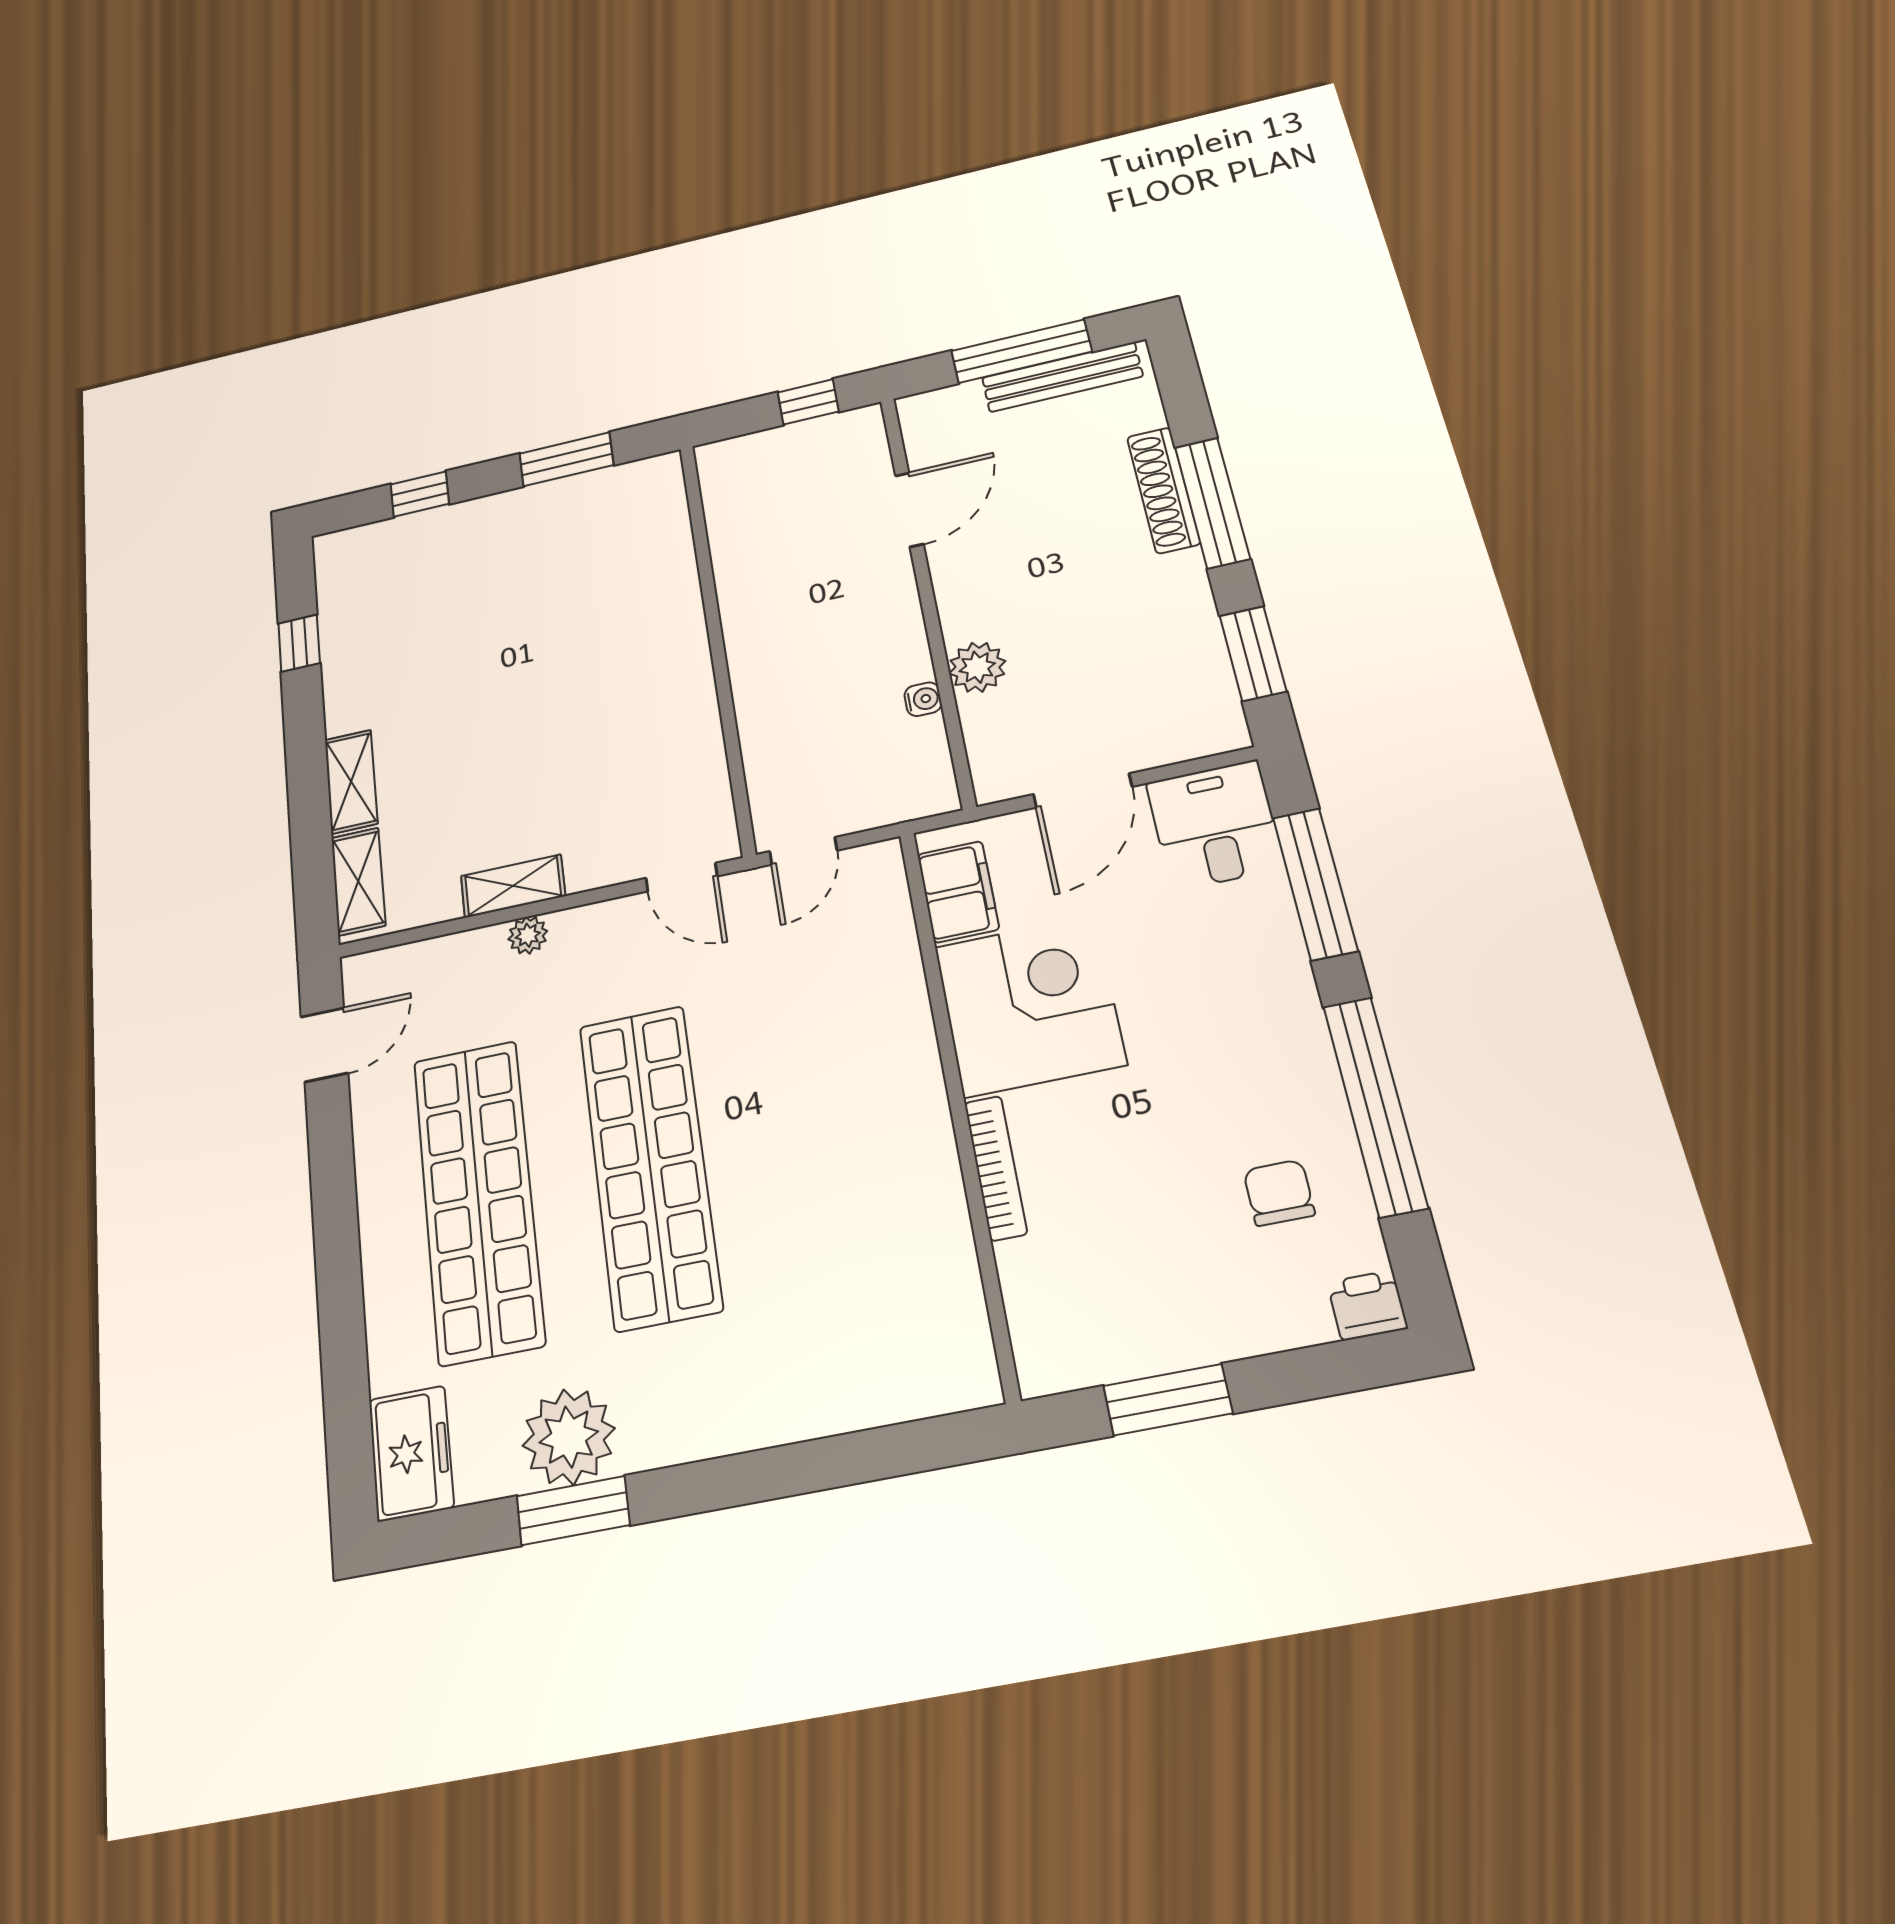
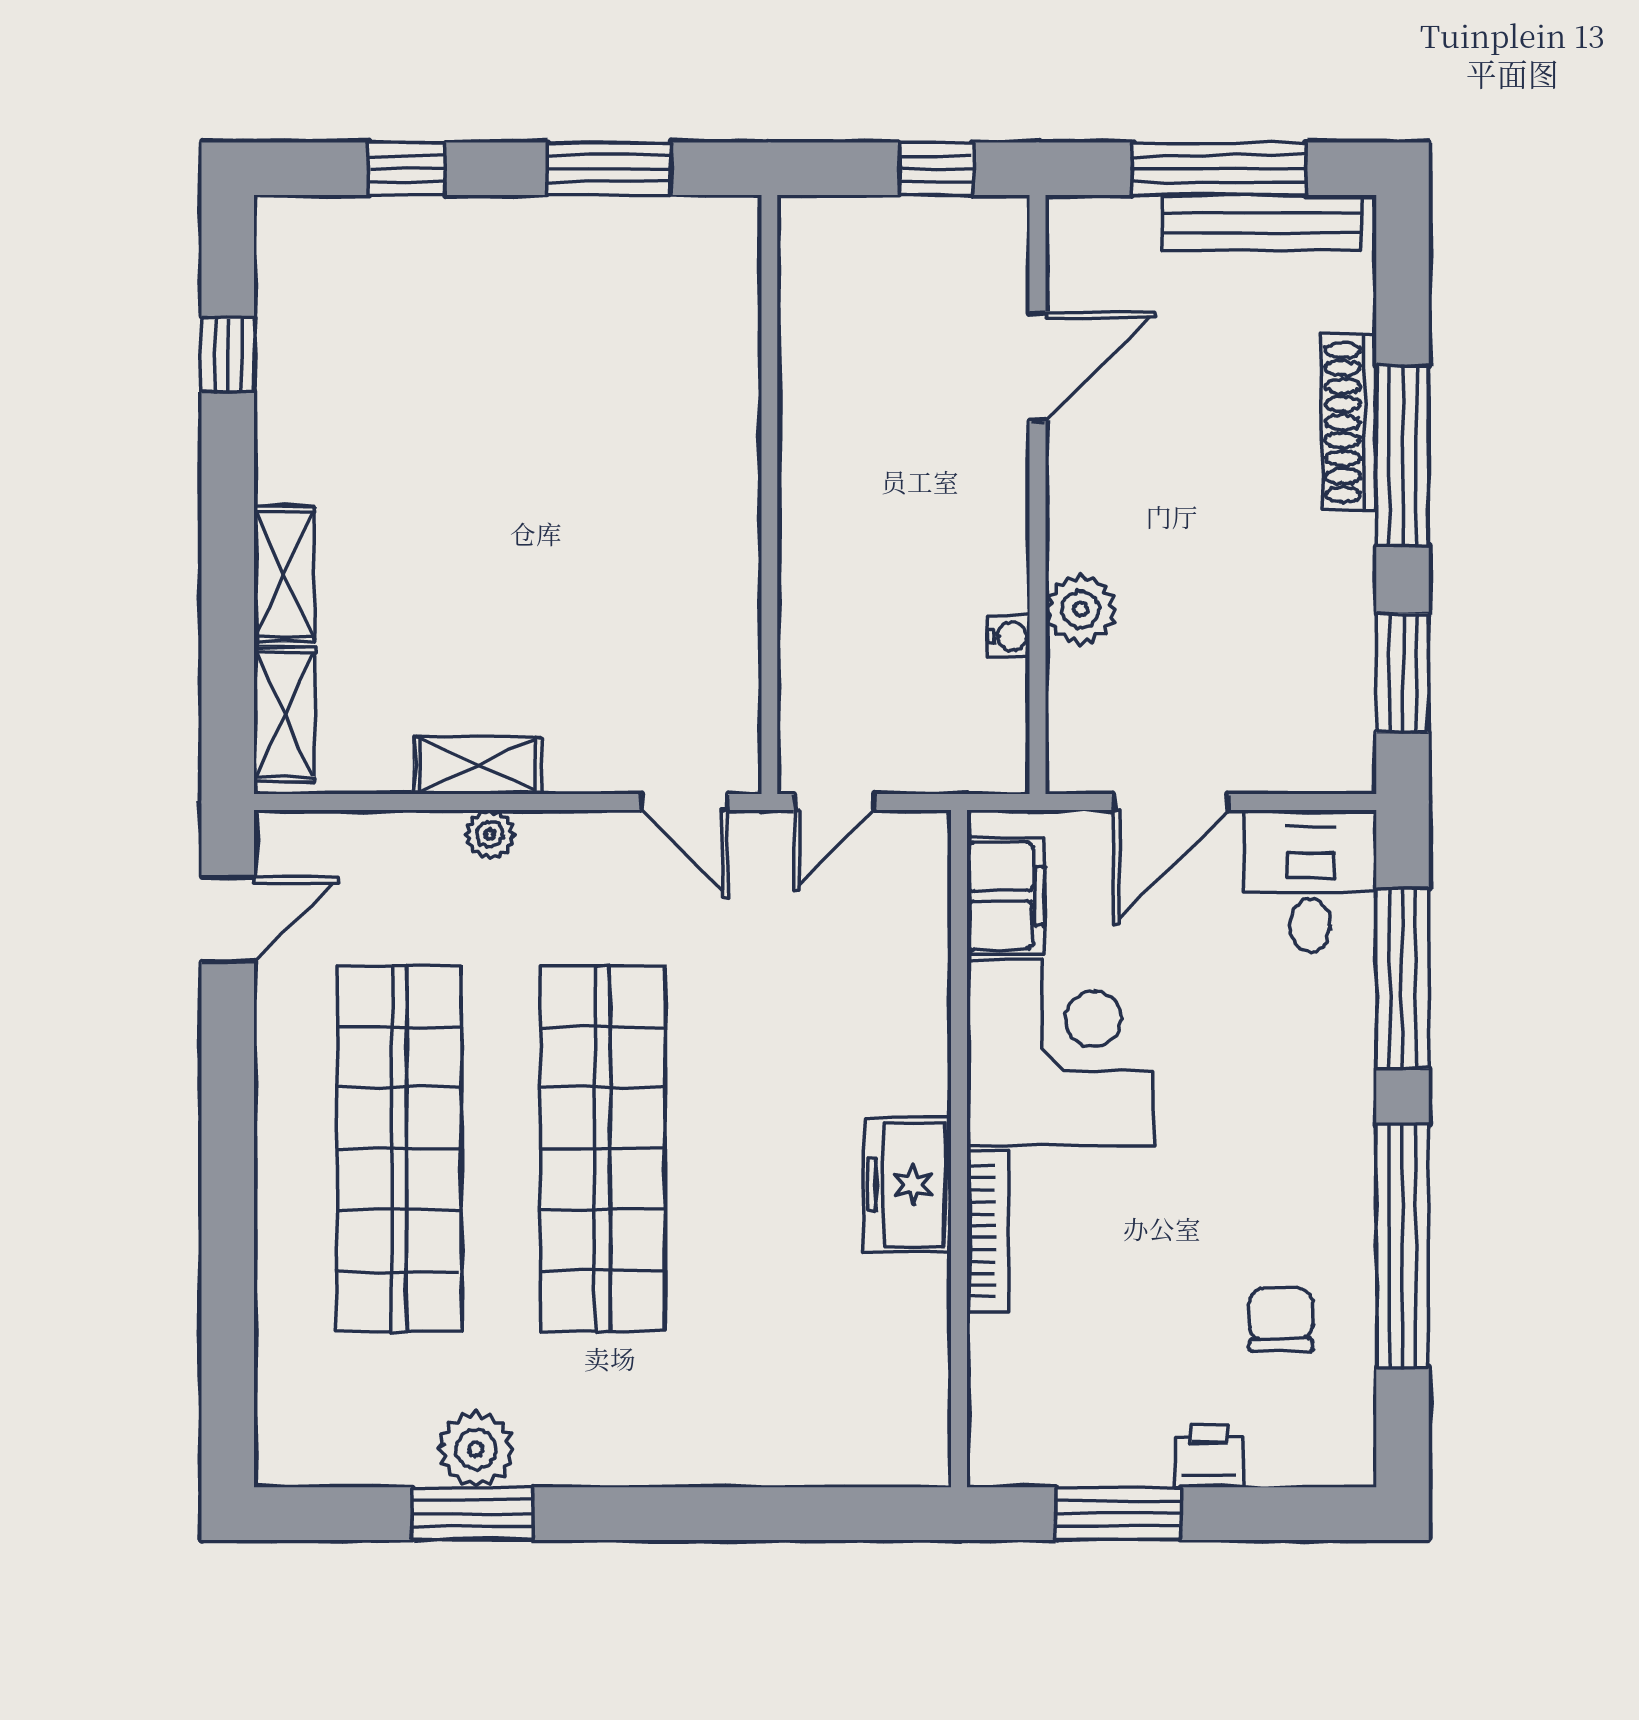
printer: (1367, 1305) -> (1209, 1456), moved
plant: (569, 1437) -> (476, 1449), width x0.73, depth x0.73
freezer: (411, 1453) -> (908, 1185), moved, turned 180

